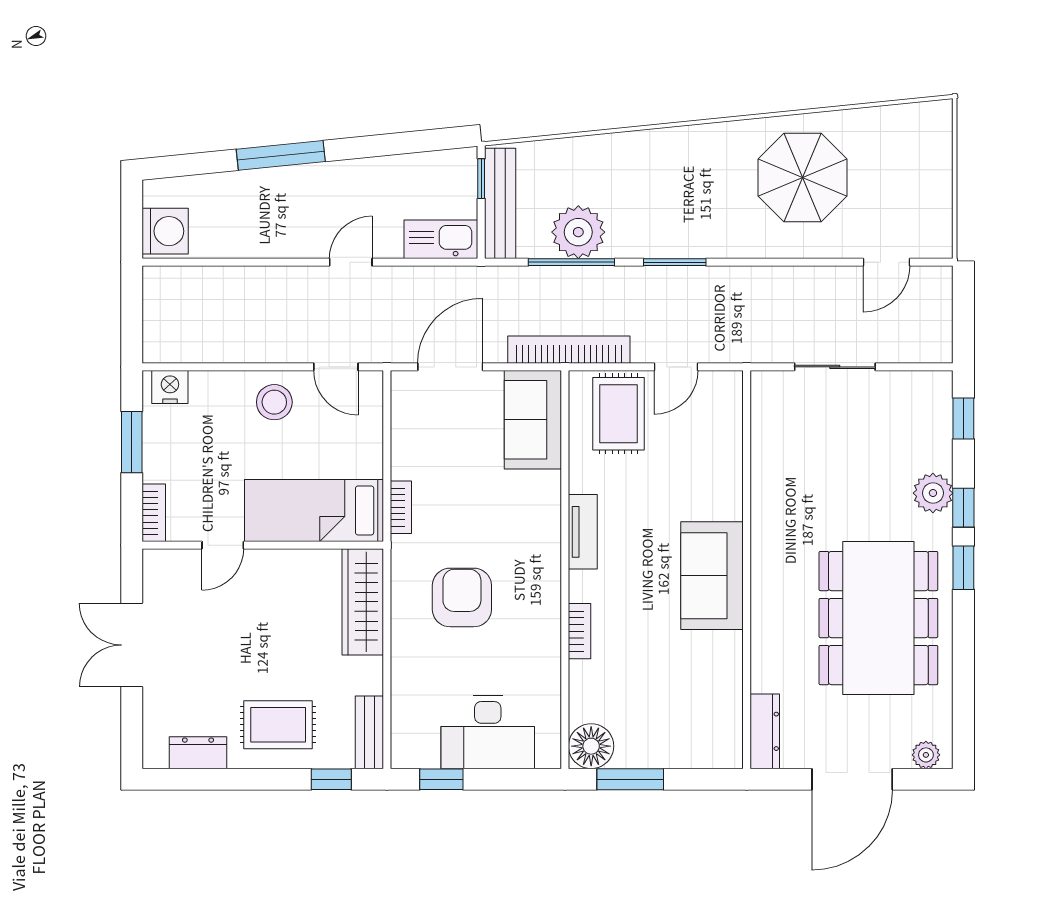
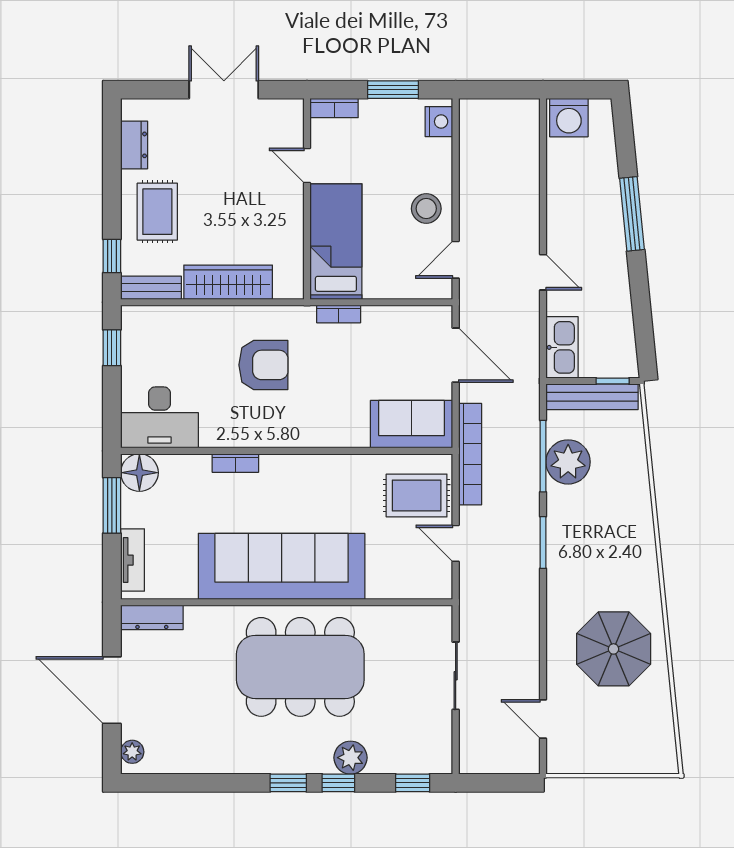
tv unit: (583, 532) -> (133, 560), moved, turned -90
sofa: (712, 576) -> (282, 566), width x1.85, depth x1.27
wardrobe: (363, 602) -> (228, 282), moved
dining table: (878, 618) -> (300, 667), moved
desk: (488, 732) -> (159, 417), moved, turned -90

